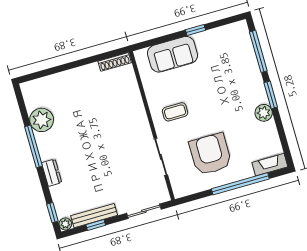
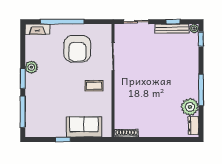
dresser: (52, 173) -> (193, 126), moved

